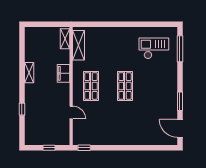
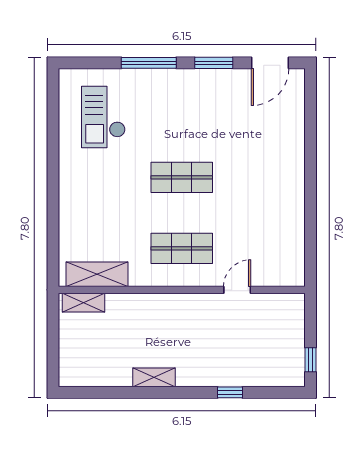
window: (180, 49) -> (149, 63), moved
filing cabinet: (63, 73) -> (155, 306), removed
window: (49, 148) -> (311, 360), moved
window: (84, 148) -> (311, 262), removed

